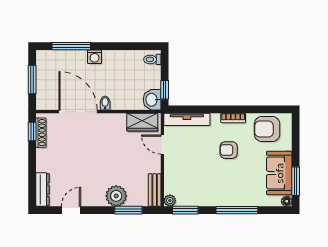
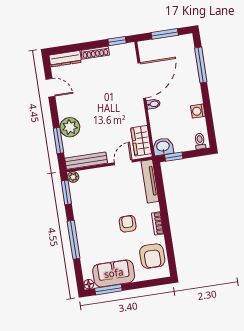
washing machine: (95, 57) -> (198, 111), moved
armchair: (267, 129) -> (152, 256), turned 180
shoe rack: (41, 133) -> (95, 53), moved
bench: (155, 190) -> (86, 161), width x1.36

